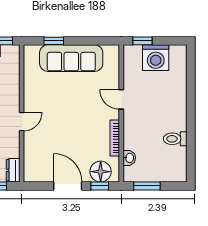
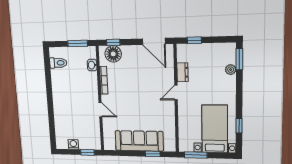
washing machine: (156, 58) -> (73, 144), width x0.53, depth x0.53
toilet: (175, 139) -> (58, 63), moved
dresser: (13, 170) -> (182, 72), moved
door: (68, 186) -> (154, 41), moved

